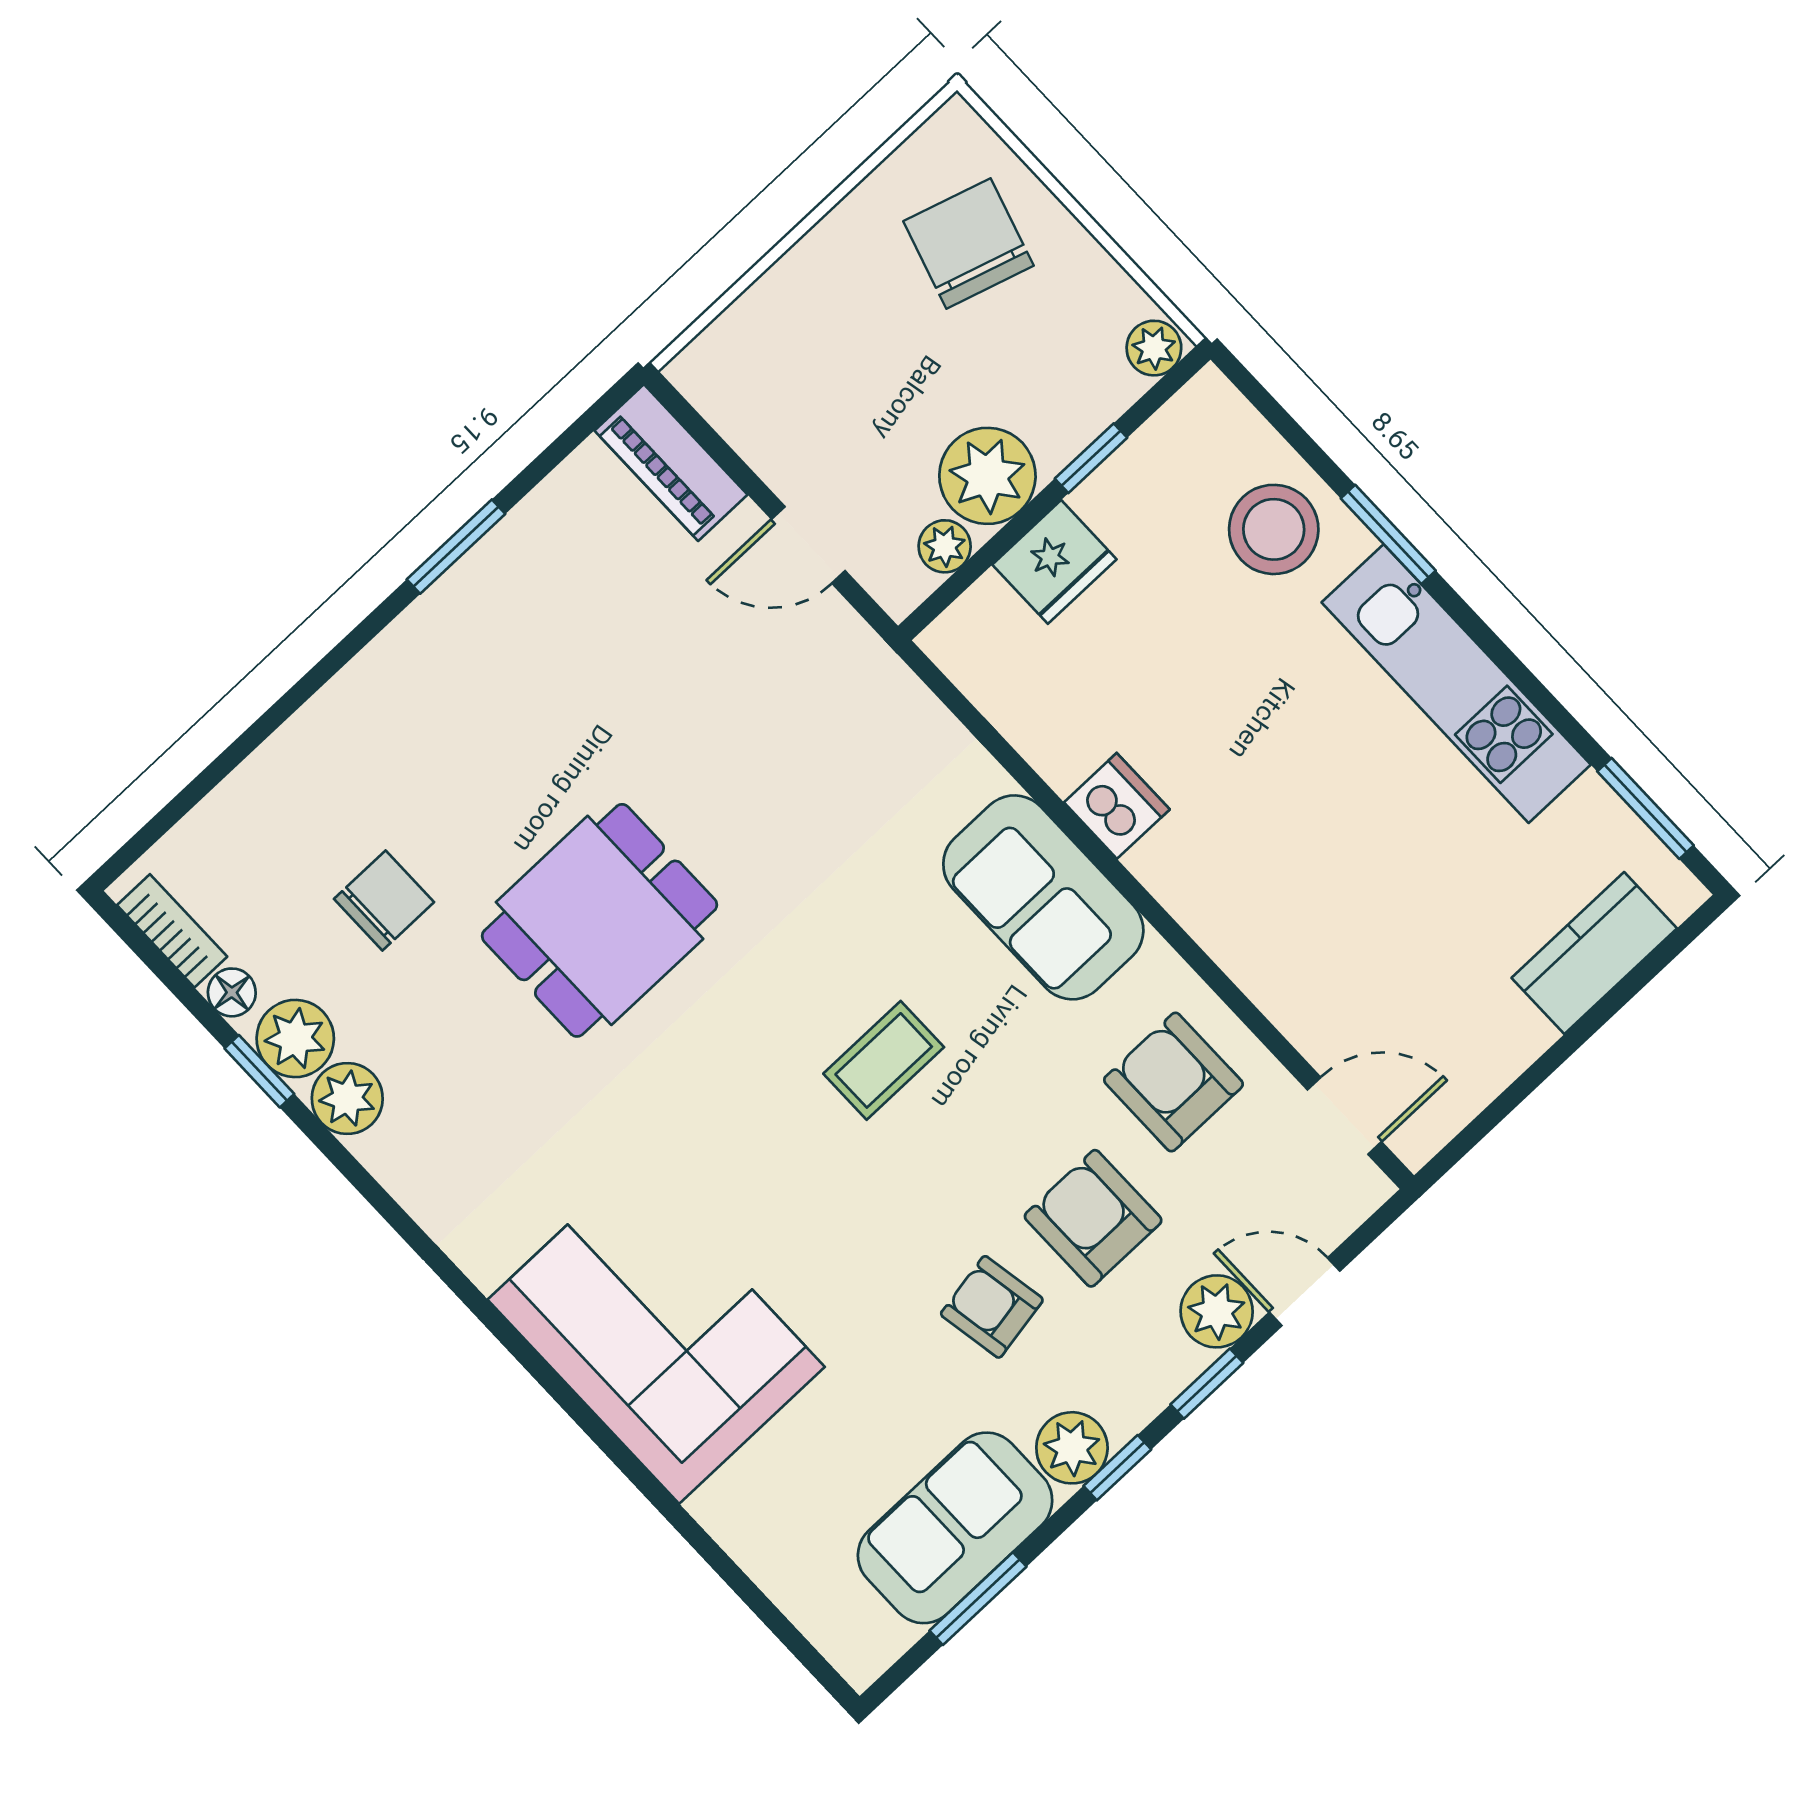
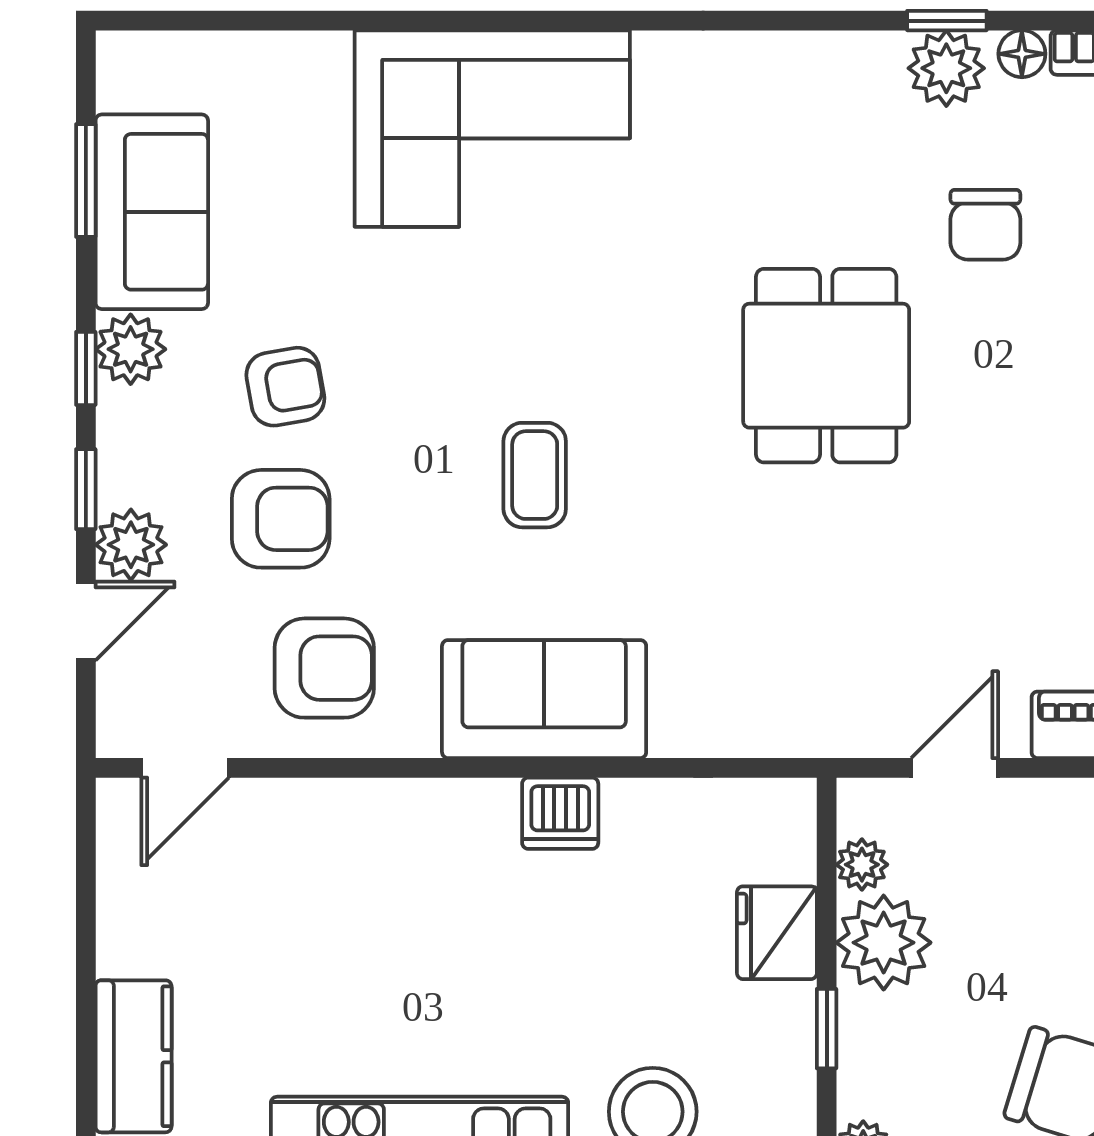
plant: (347, 1098) -> (868, 65), removed

